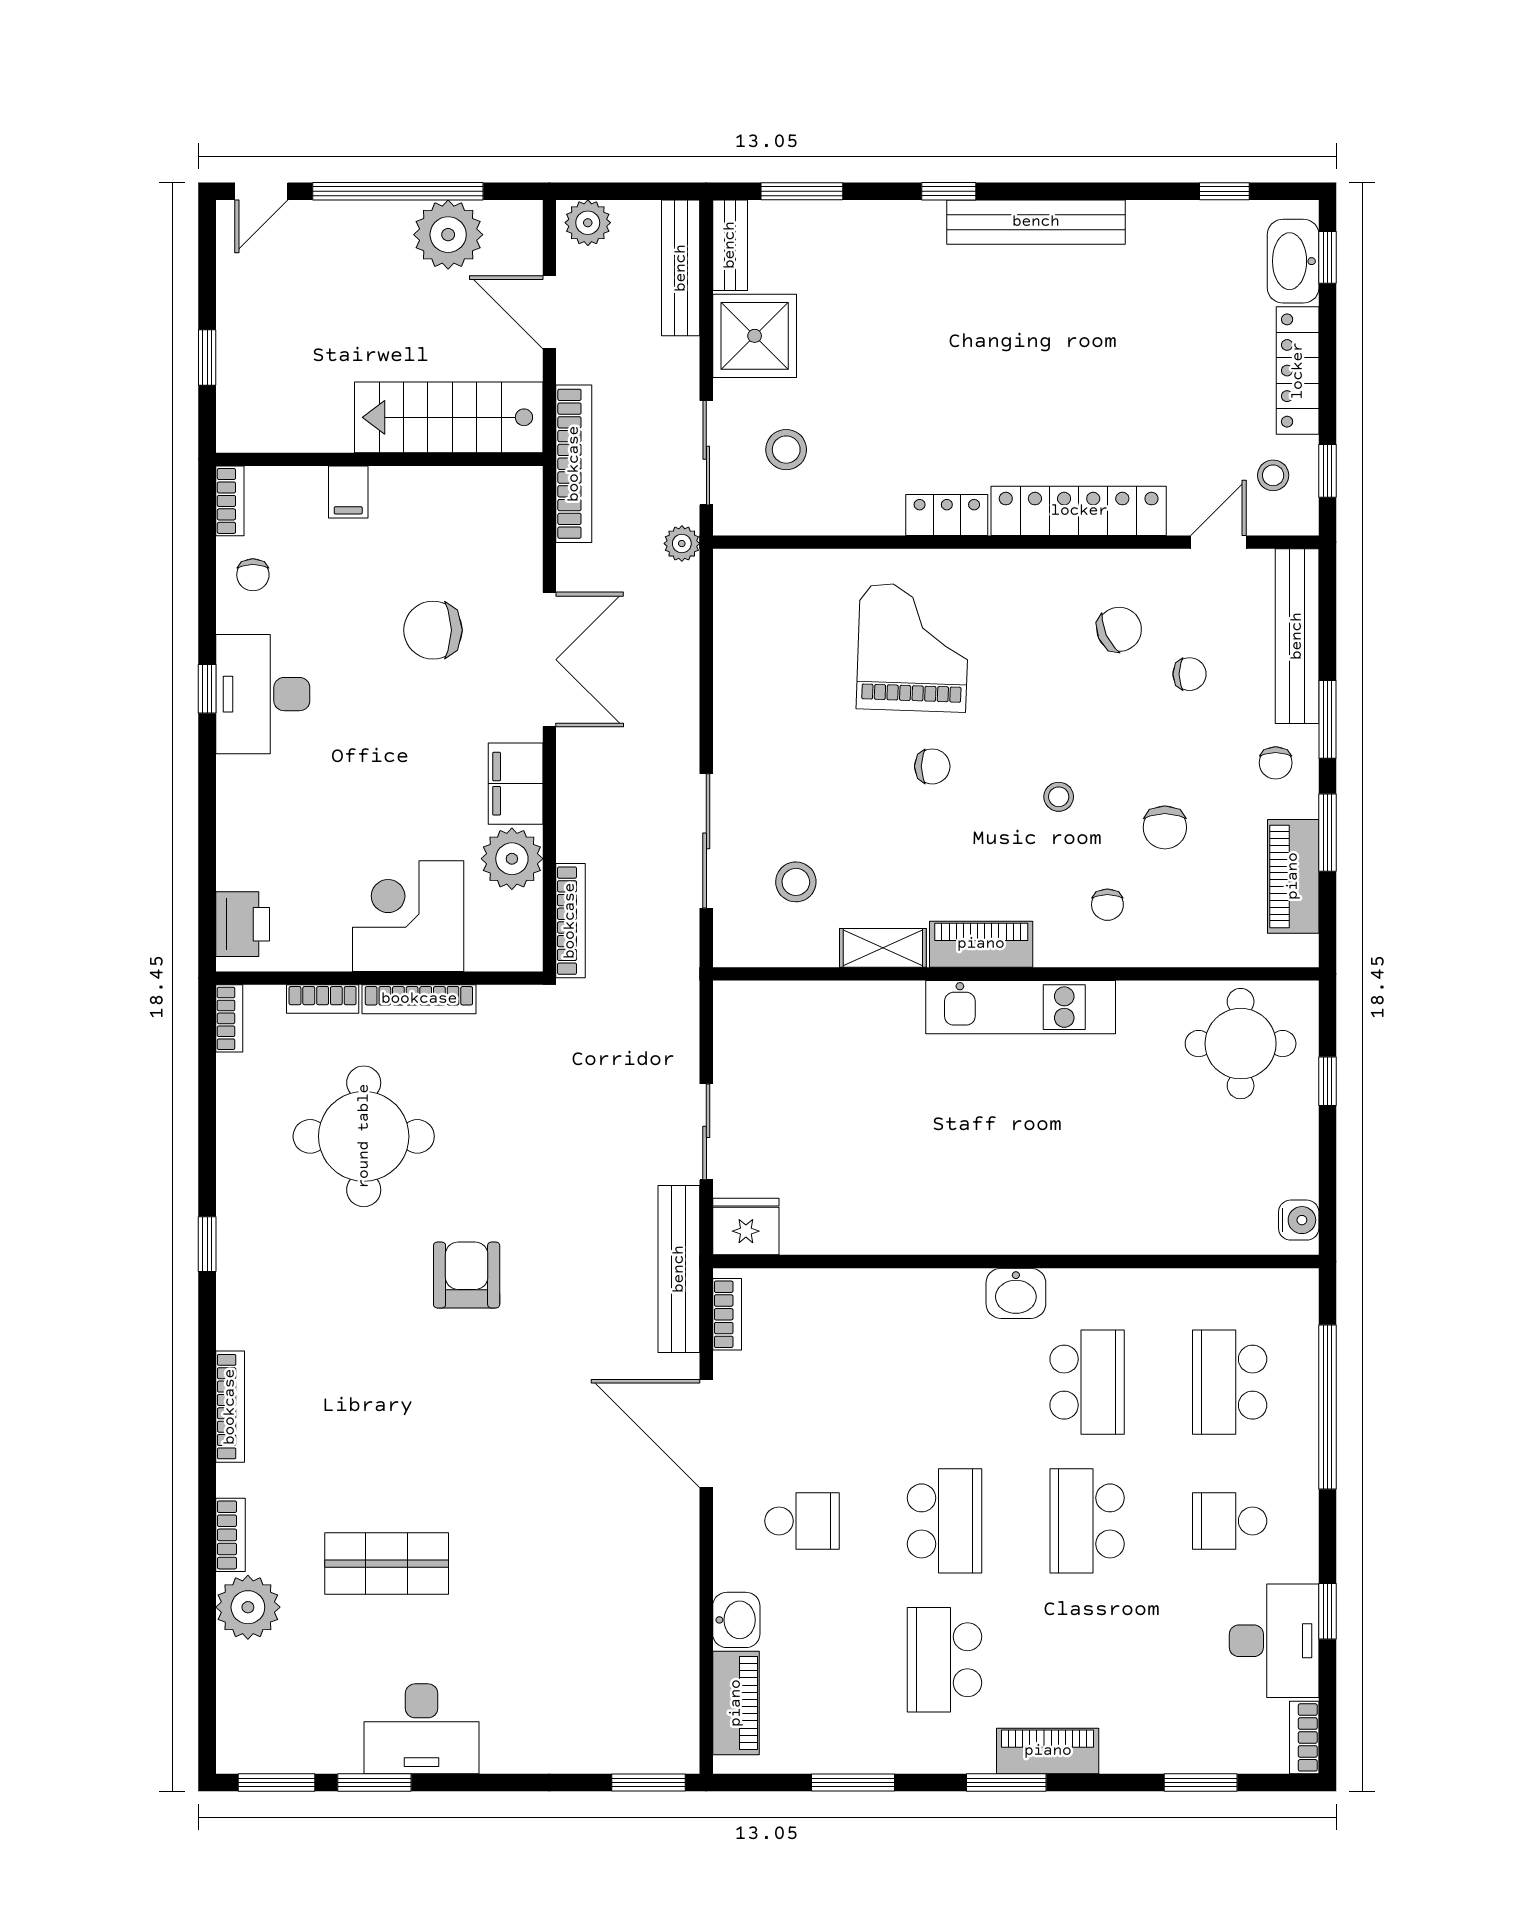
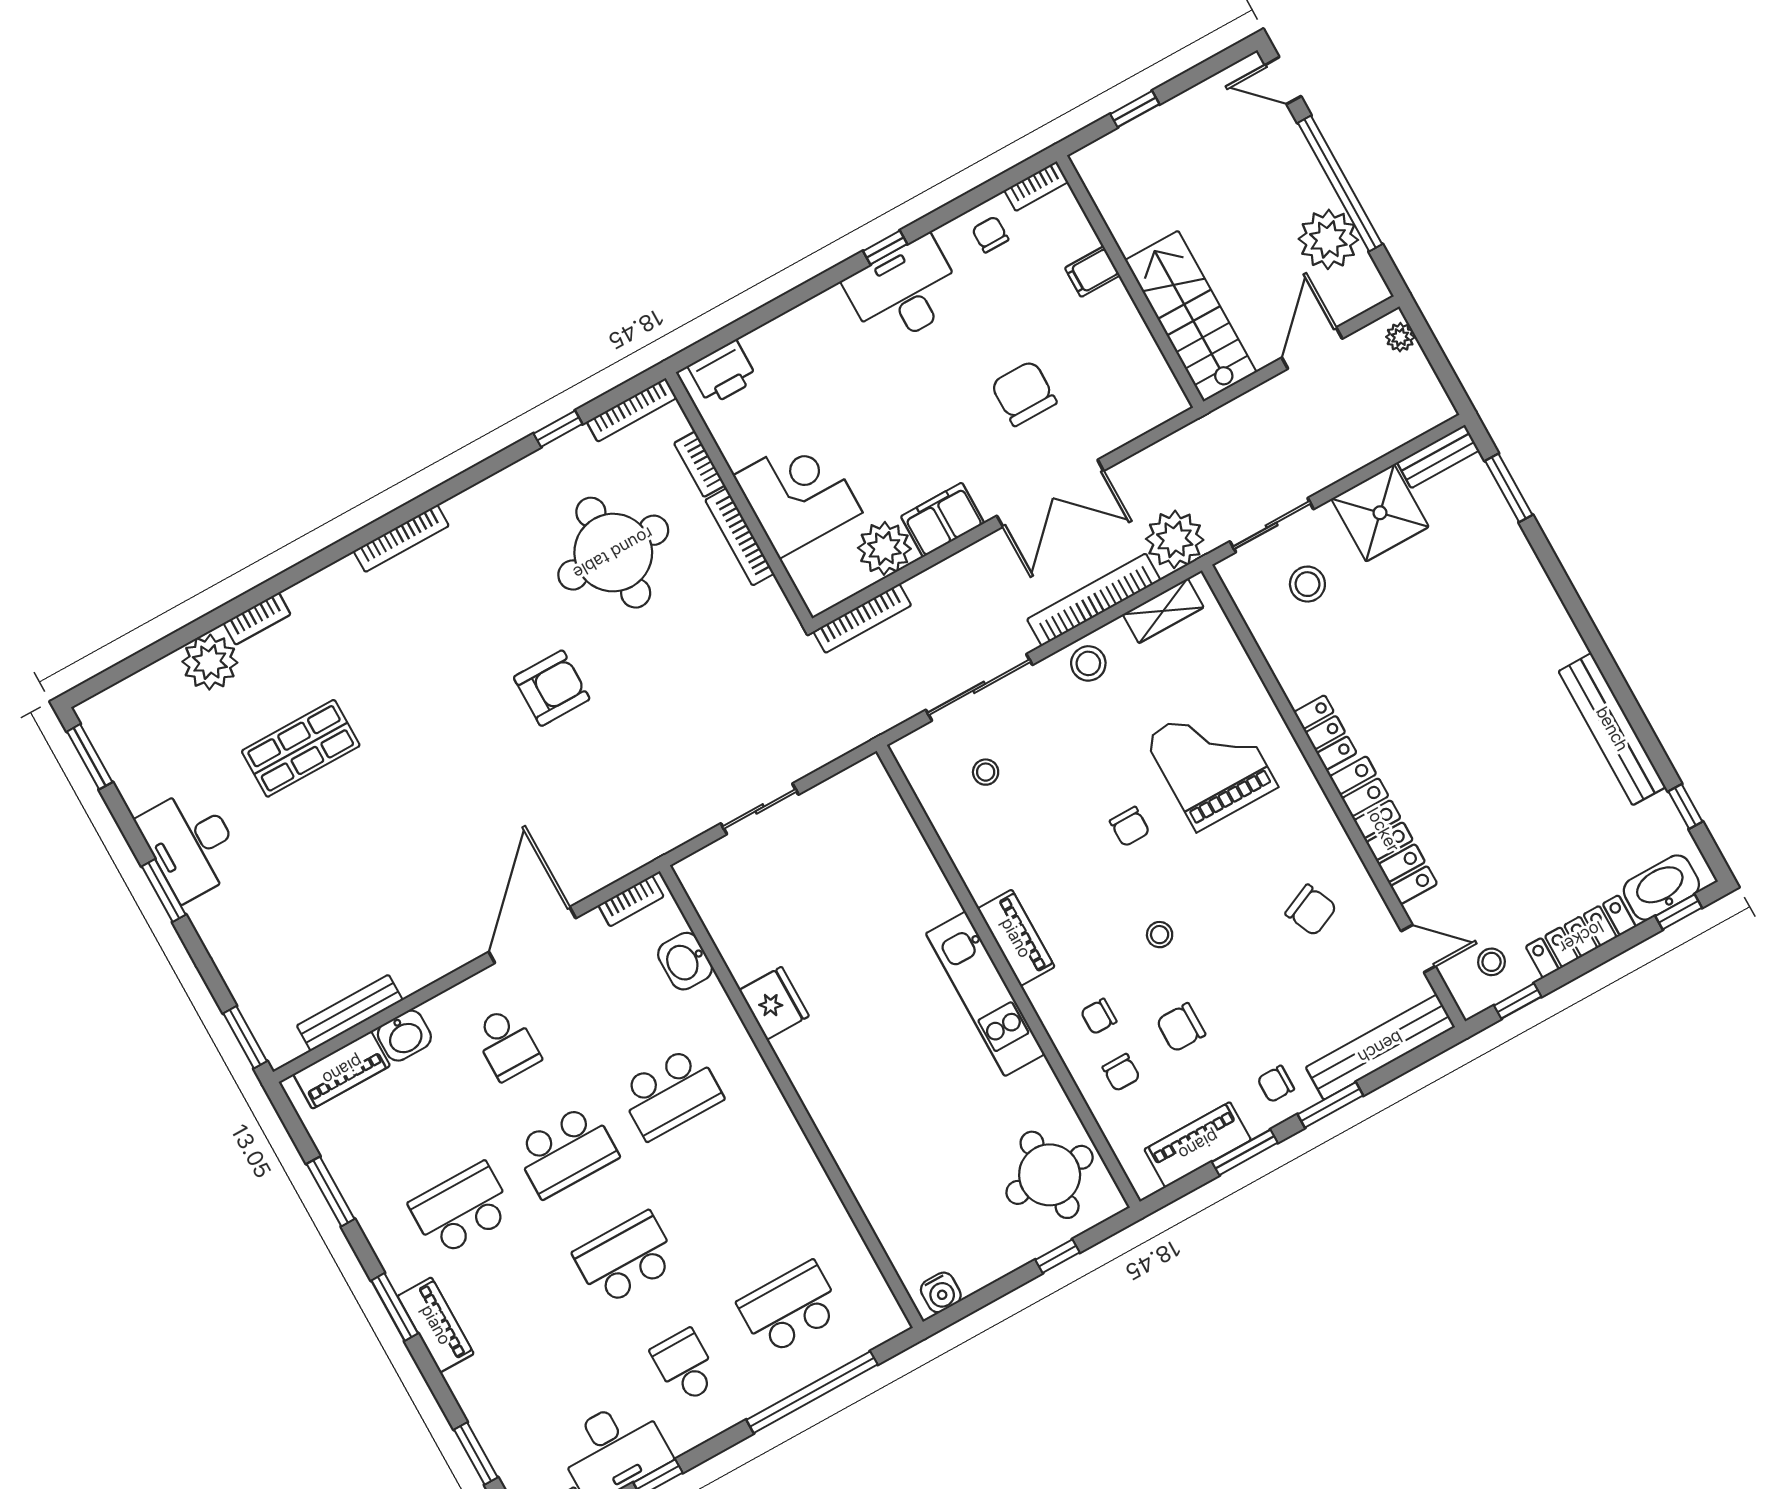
window: (949, 191) -> (1570, 599), removed
bench: (1036, 222) -> (1612, 729), moved
plant: (588, 223) -> (1400, 337), width x0.73, depth x0.73
bench: (681, 268) -> (1400, 429), removed
bookcase: (574, 464) -> (1094, 600), moved, turned 180
plant: (682, 544) -> (1175, 539), width x1.88, depth x1.88
chair: (253, 575) -> (990, 234), turned 90
grand piano: (913, 648) -> (1211, 762), turned -92
chair: (1190, 674) -> (1121, 1072), moved
stool: (743, 717) -> (1088, 663), added
stool: (796, 882) -> (986, 772), width x0.73, depth x0.73
shelving: (883, 948) -> (1163, 611), moved, turned 90
bookcase: (229, 1018) -> (632, 410), width x1.56
fridge: (746, 1227) -> (774, 1003), moved
window: (207, 1244) -> (558, 429), moved
bench: (679, 1269) -> (350, 1013), moved, width x0.73, depth x0.82
washbasin: (1016, 1293) -> (685, 961), moved
school desk: (1087, 1382) -> (671, 1093), moved
bookcase: (230, 1407) -> (401, 538), moved
shop shelf: (387, 1564) -> (301, 748), turned 90
window: (374, 1783) -> (164, 890), moved

